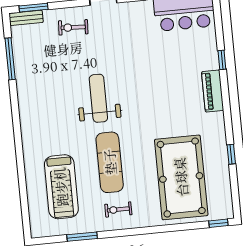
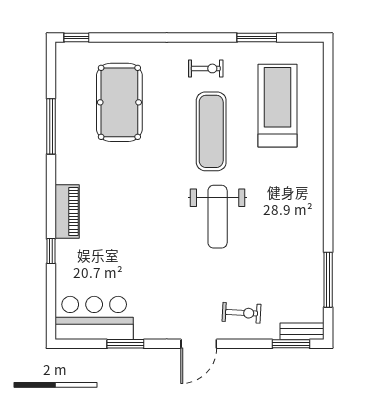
window: (231, 154) -> (51, 126), width x2.17
pool table: (181, 177) -> (119, 102), width x0.73, depth x0.76

